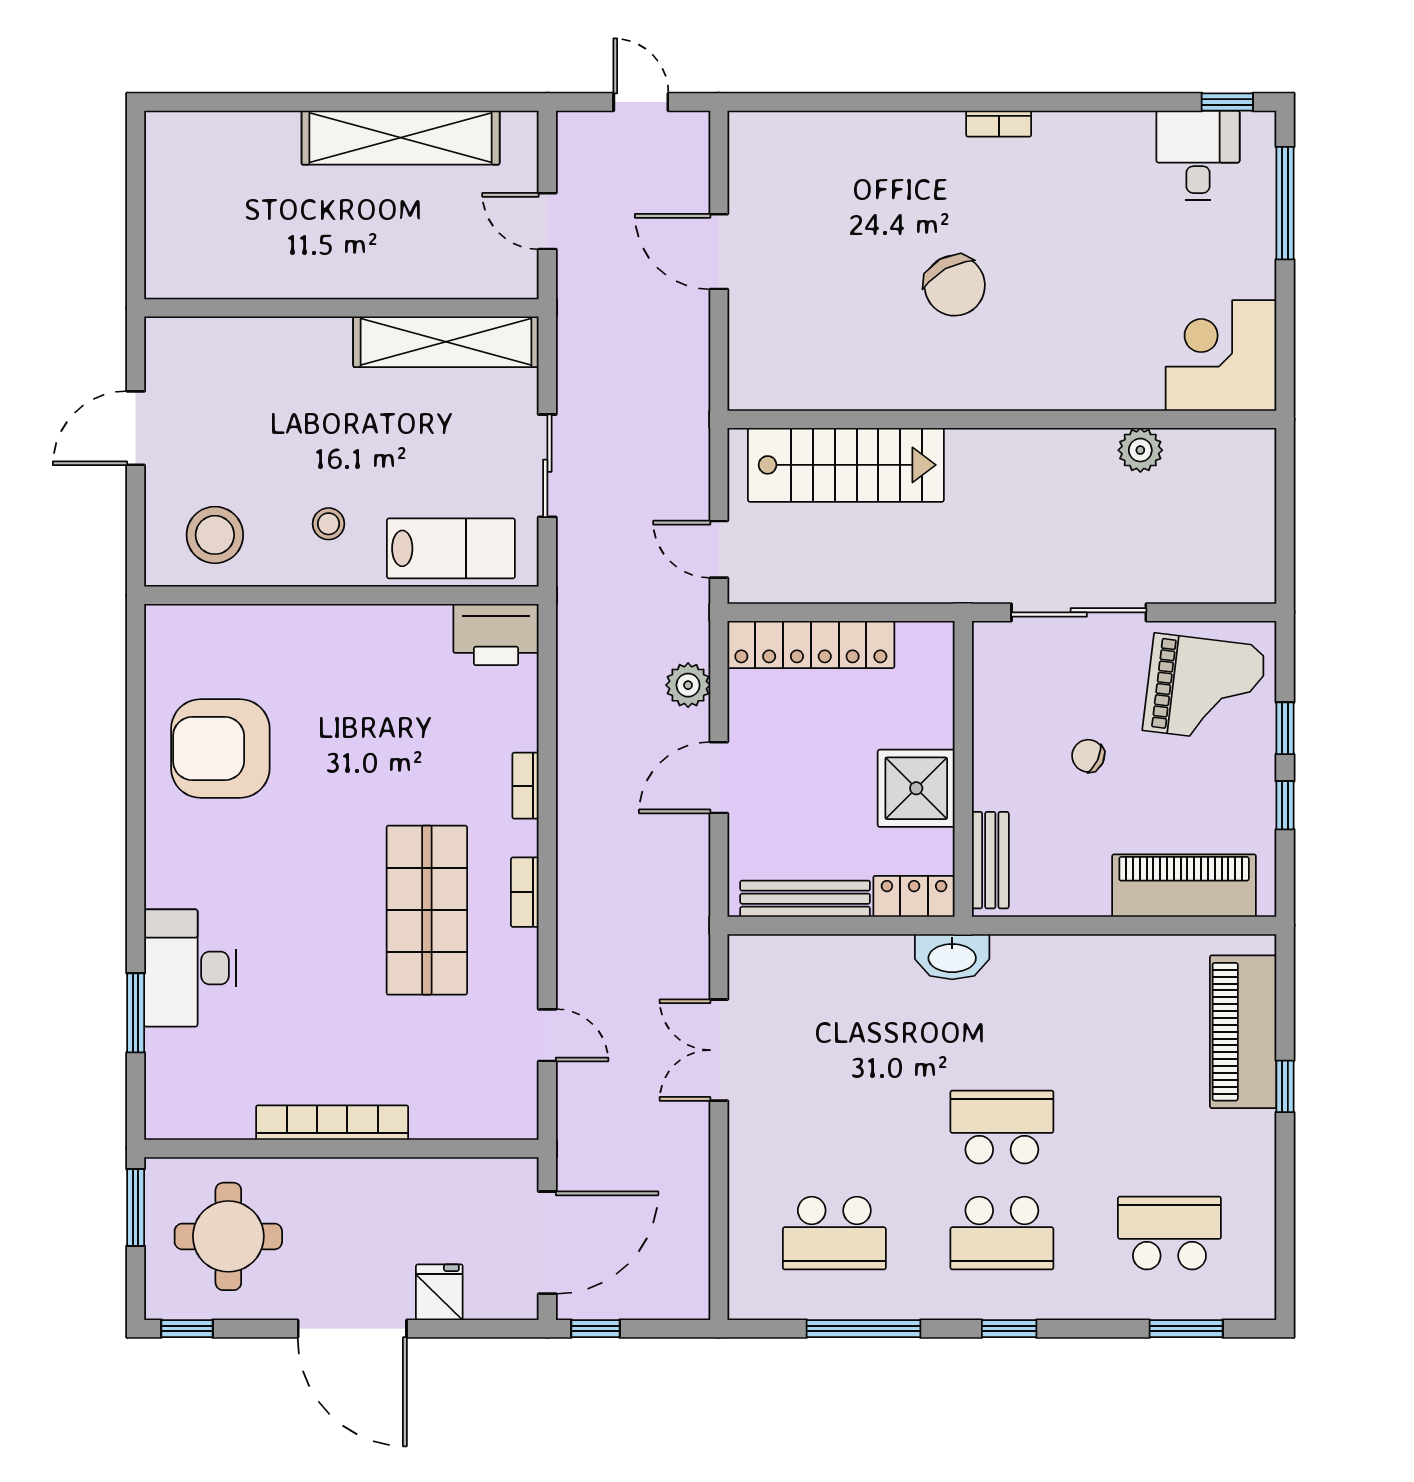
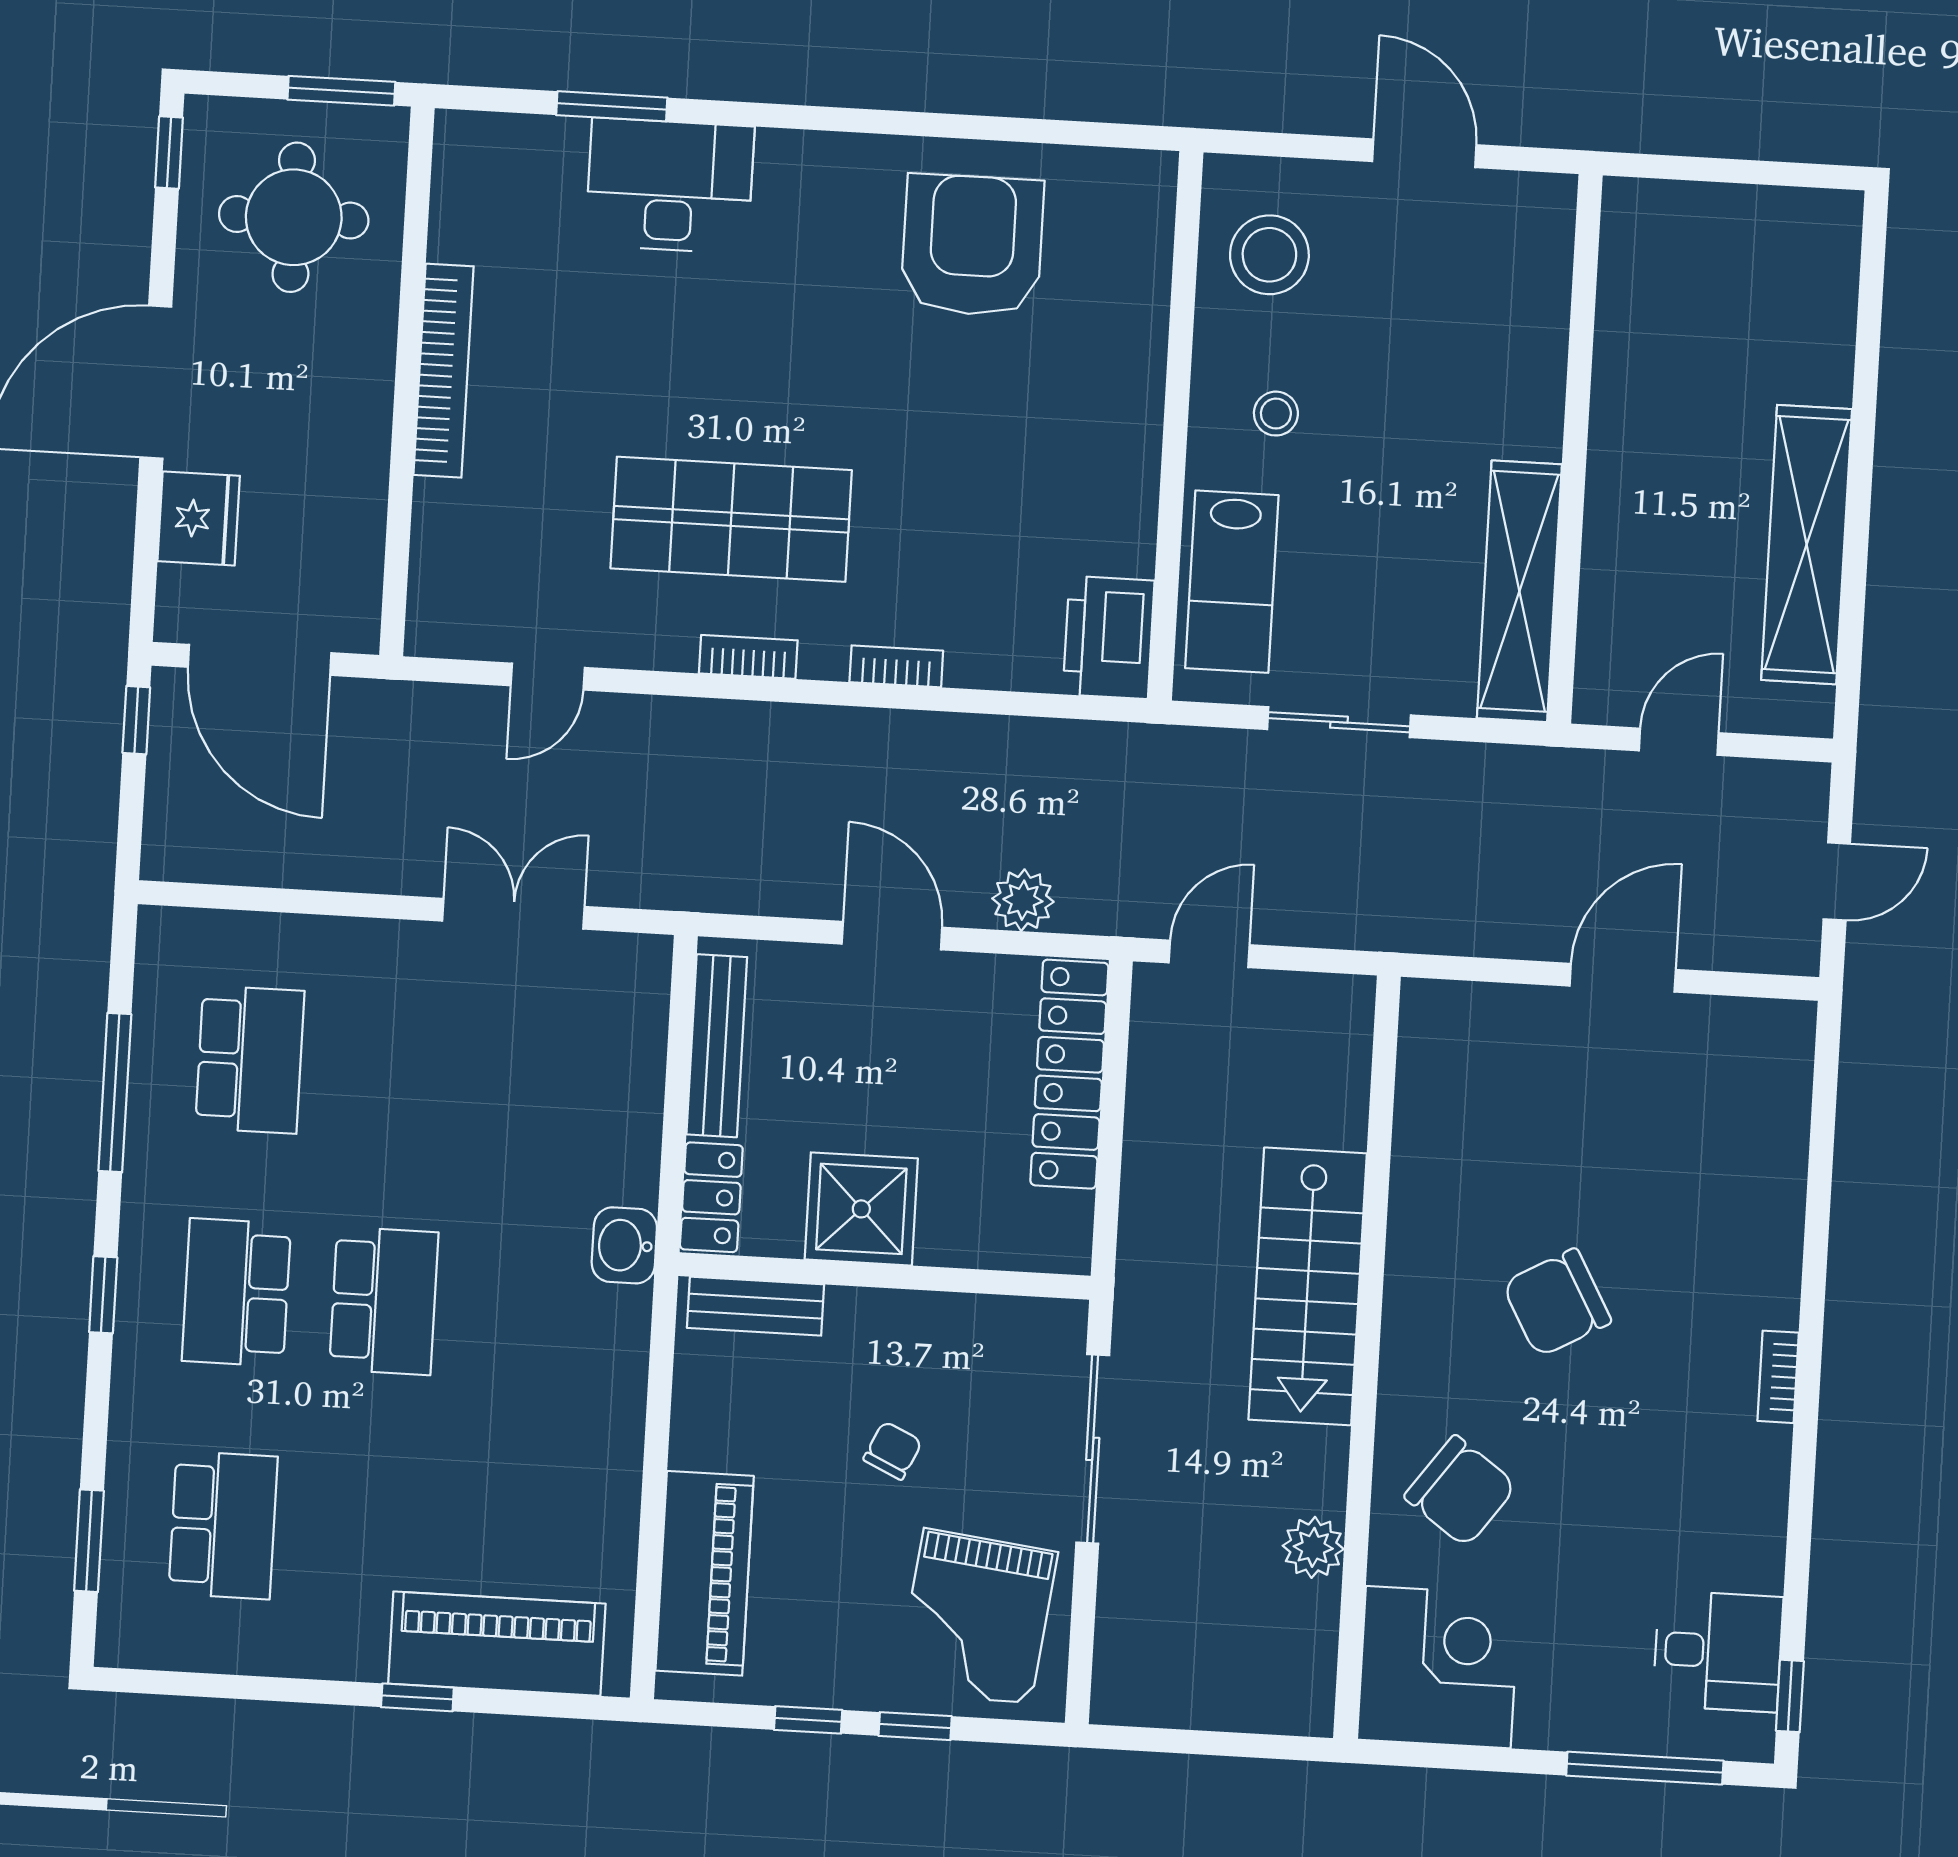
chair: (1094, 347) -> (1460, 1491), added
stairs: (846, 465) -> (1308, 1286), moved
washbasin: (952, 957) -> (624, 1245), width x0.72
school desk: (834, 1233) -> (250, 1060), turned 180
fridge: (439, 1292) -> (199, 518), width x1.38

